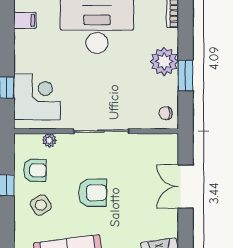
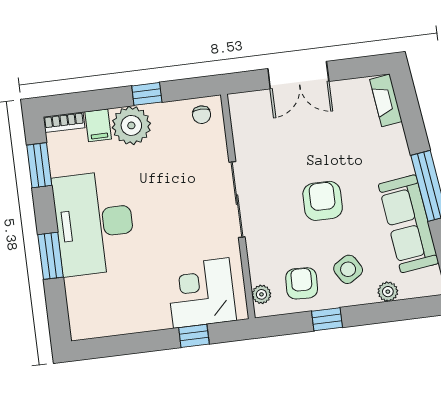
filing cabinet: (25, 20) -> (98, 125), moved, turned 180
window: (186, 75) -> (147, 94), width x0.67
plant: (49, 140) -> (261, 294), moved
plant: (21, 232) -> (388, 292), added

